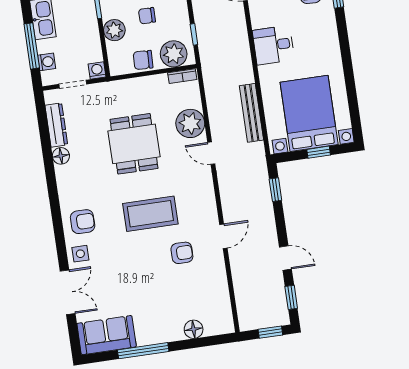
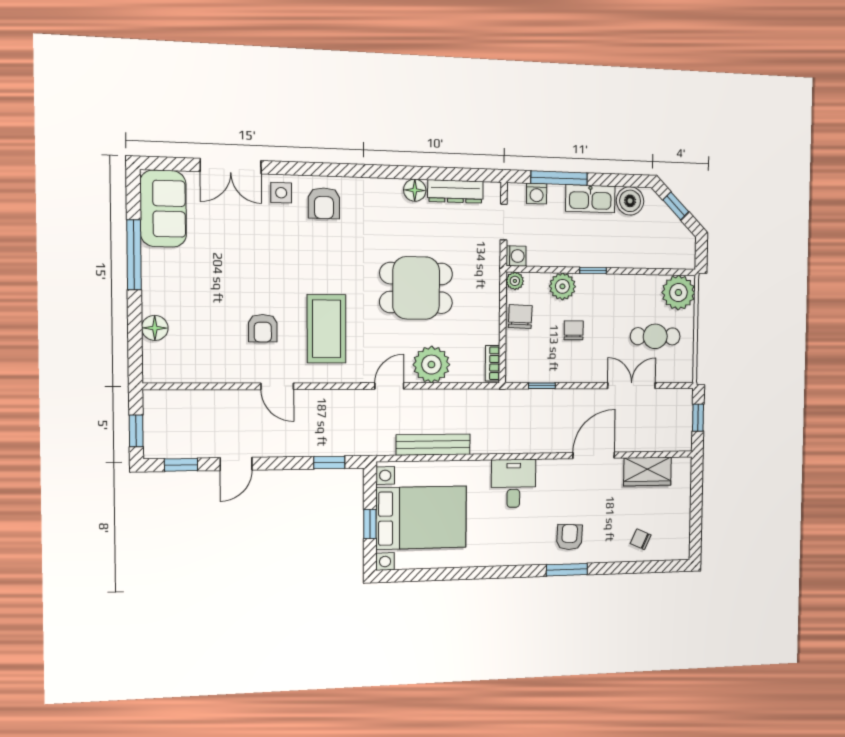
plant: (174, 54) -> (515, 281), moved, width x0.53, depth x0.53
coffee table: (150, 214) -> (327, 329), moved

